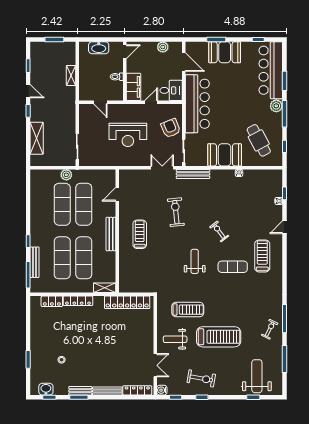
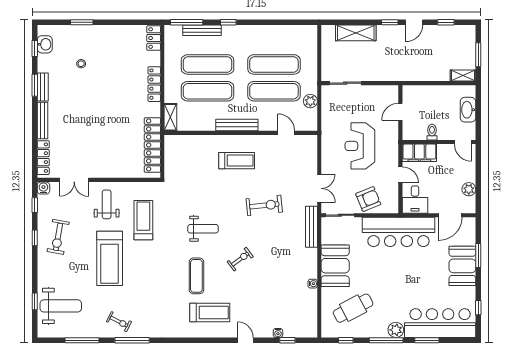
shelving: (71, 76) -> (463, 75), moved
plant: (66, 175) -> (310, 101), moved
locker: (52, 301) -> (154, 38), moved
treadmill: (188, 310) -> (143, 220), turned 180

